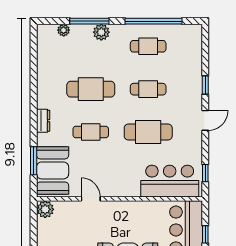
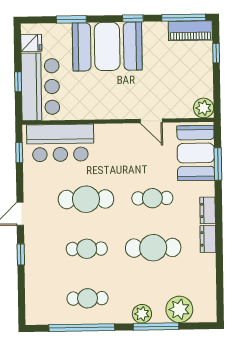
plant: (64, 30) -> (179, 309), width x1.87, depth x1.87
dresser: (43, 96) -> (208, 239), added

